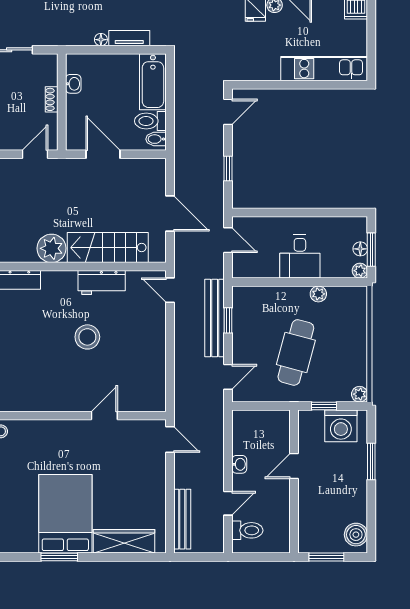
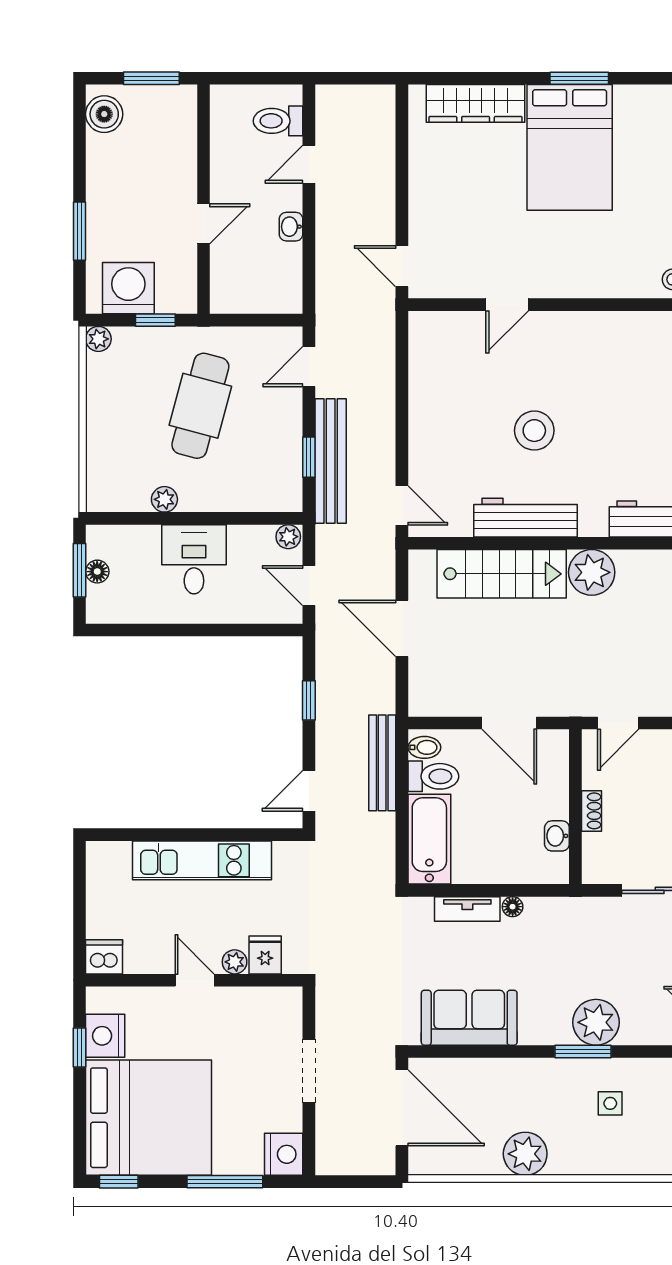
kitchen unit: (324, 69) -> (202, 860), moved
plant: (360, 271) -> (288, 537), moved
workbench: (102, 283) -> (525, 518), width x1.37
bench: (182, 519) -> (382, 763), moved

